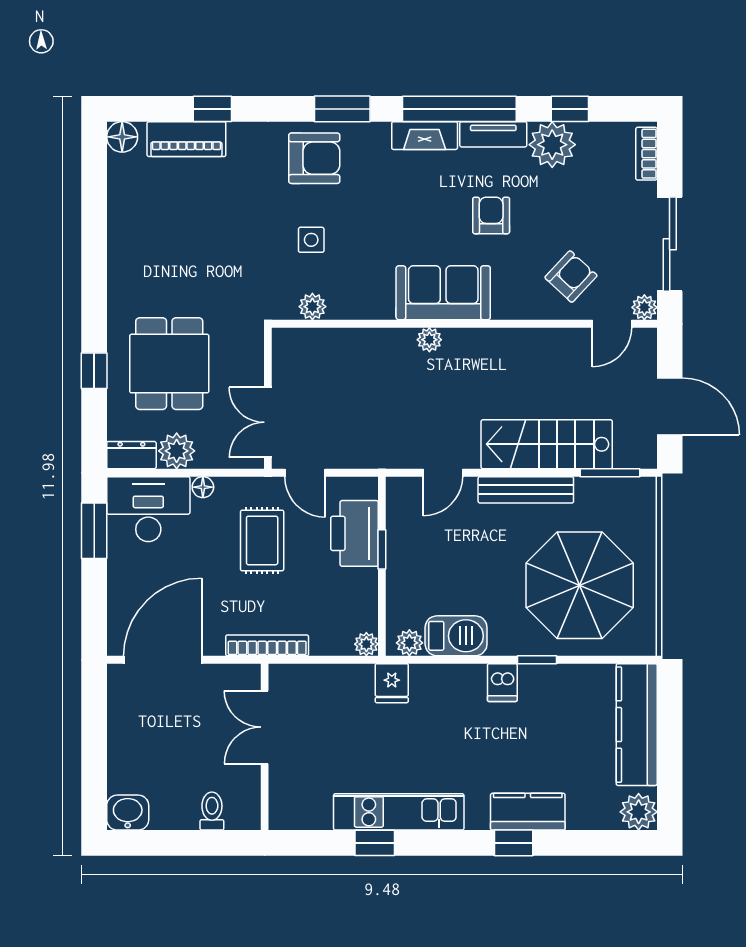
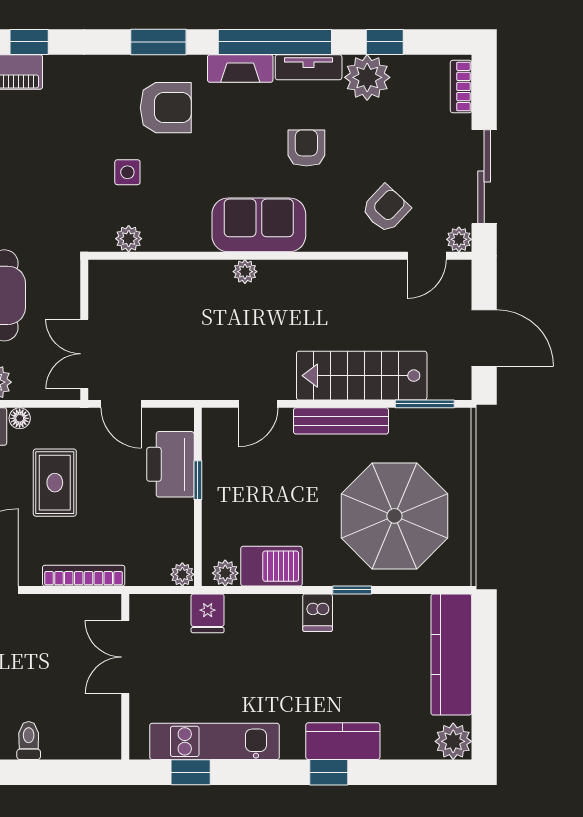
armchair: (314, 158) -> (166, 108), moved
rug: (262, 540) -> (55, 483), moved
double door: (265, 727) -> (125, 657), moved
wall: (265, 747) -> (125, 677), moved

